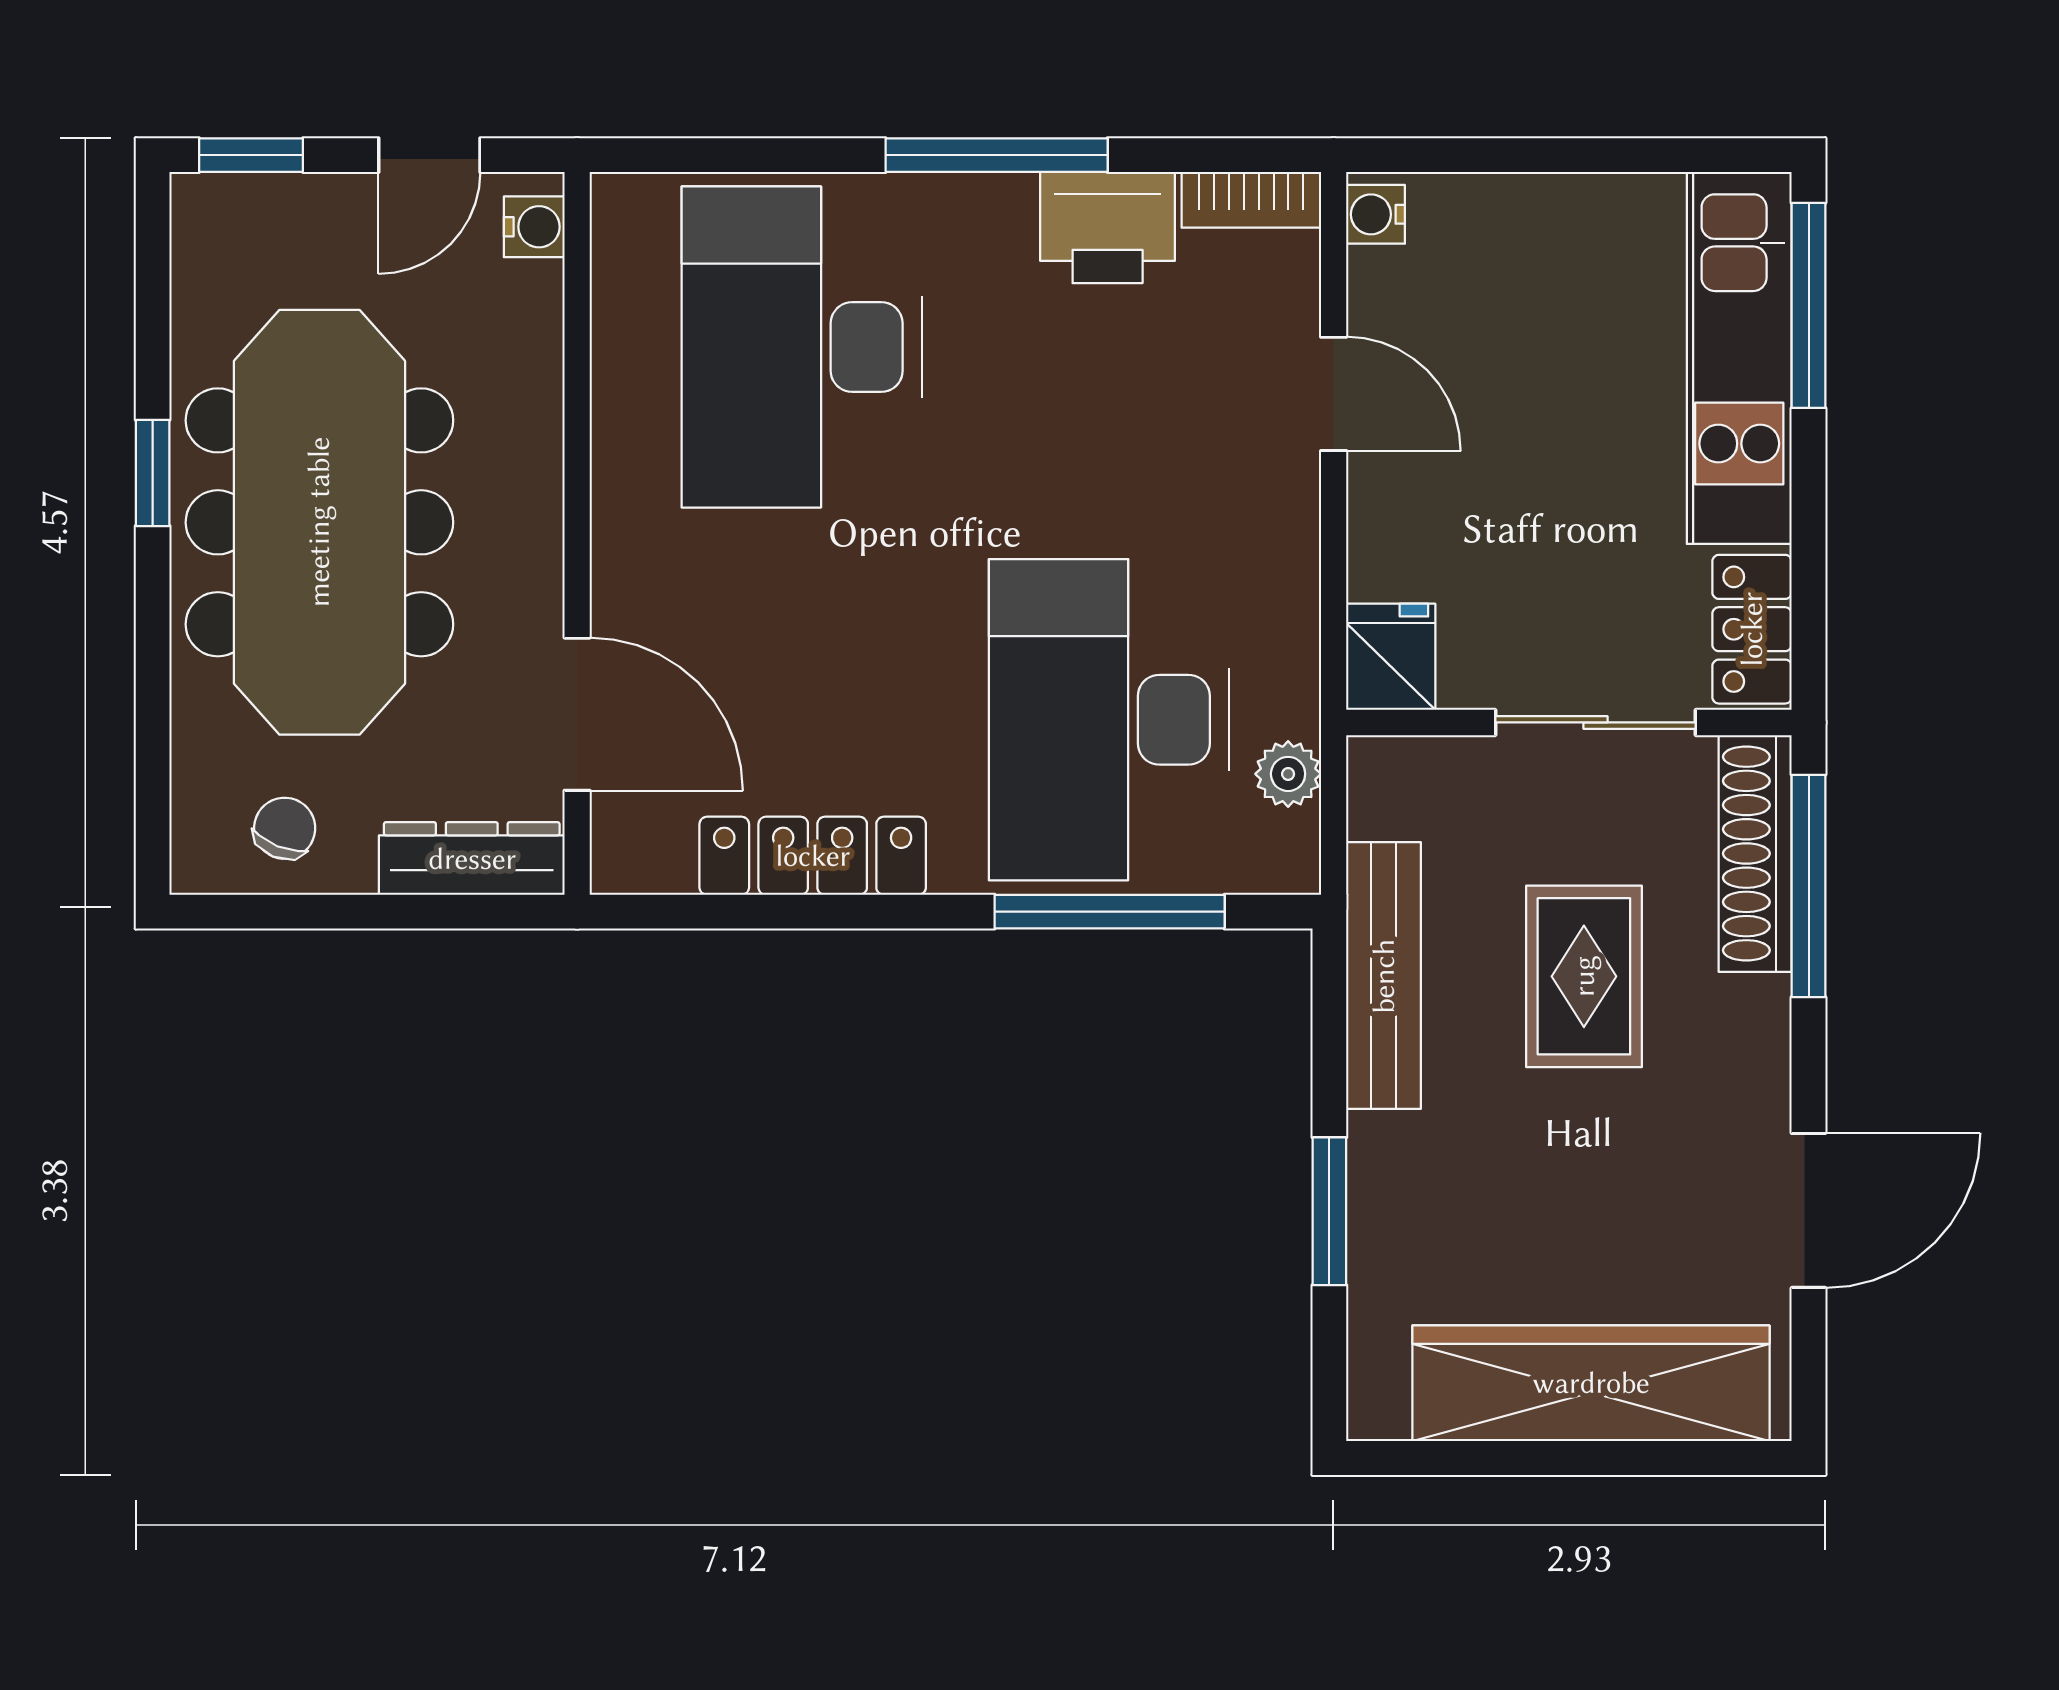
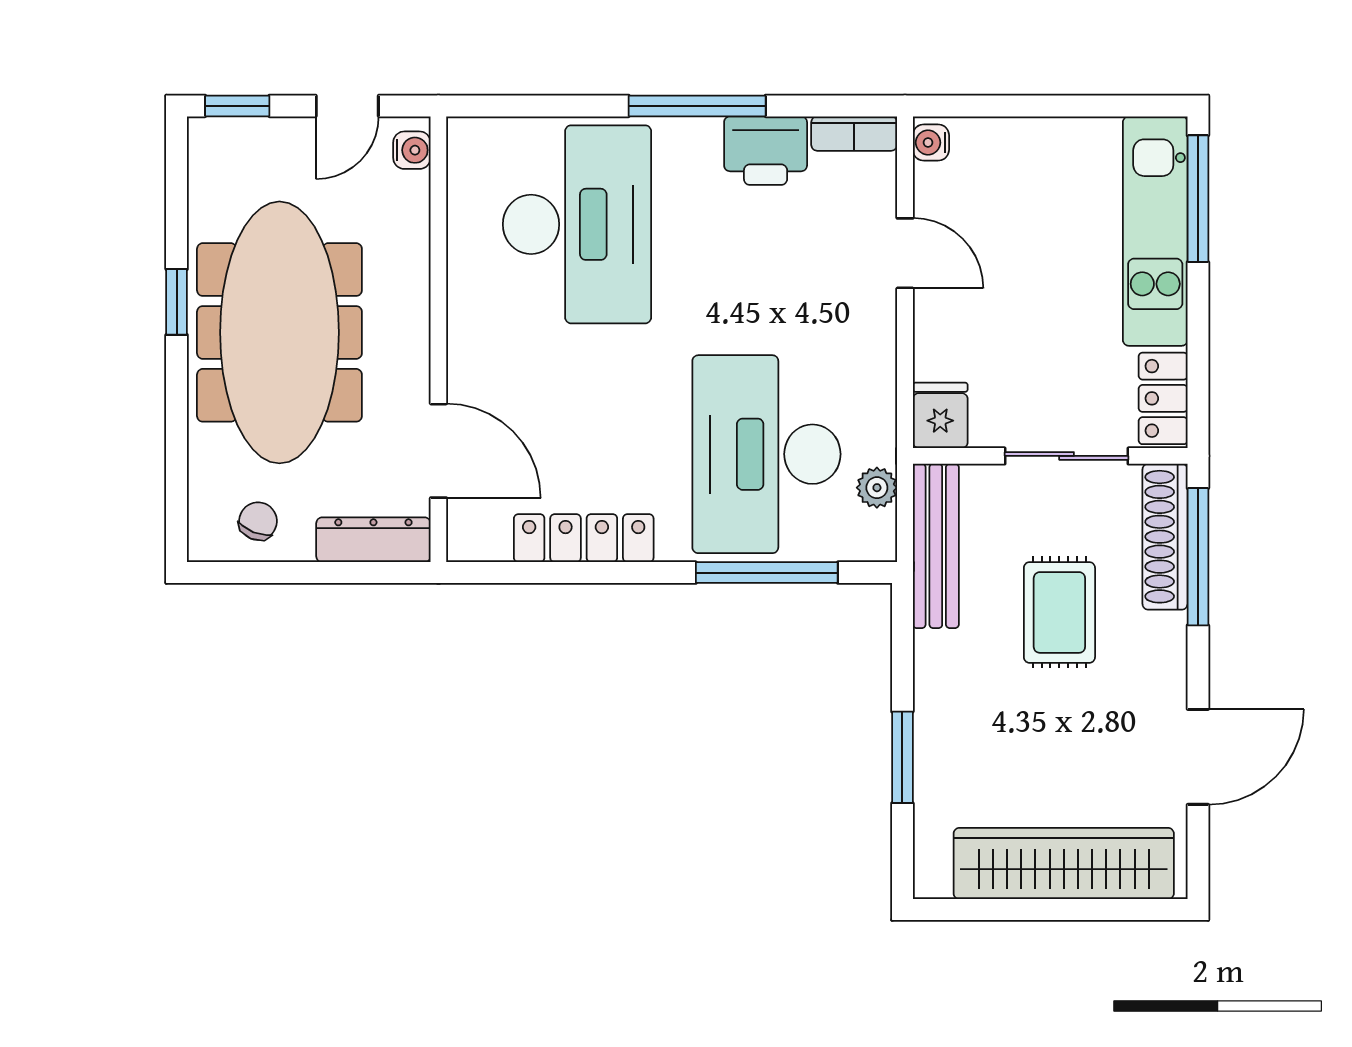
desk: (802, 347) -> (577, 224), turned 180
bench: (1384, 976) -> (936, 546), moved

